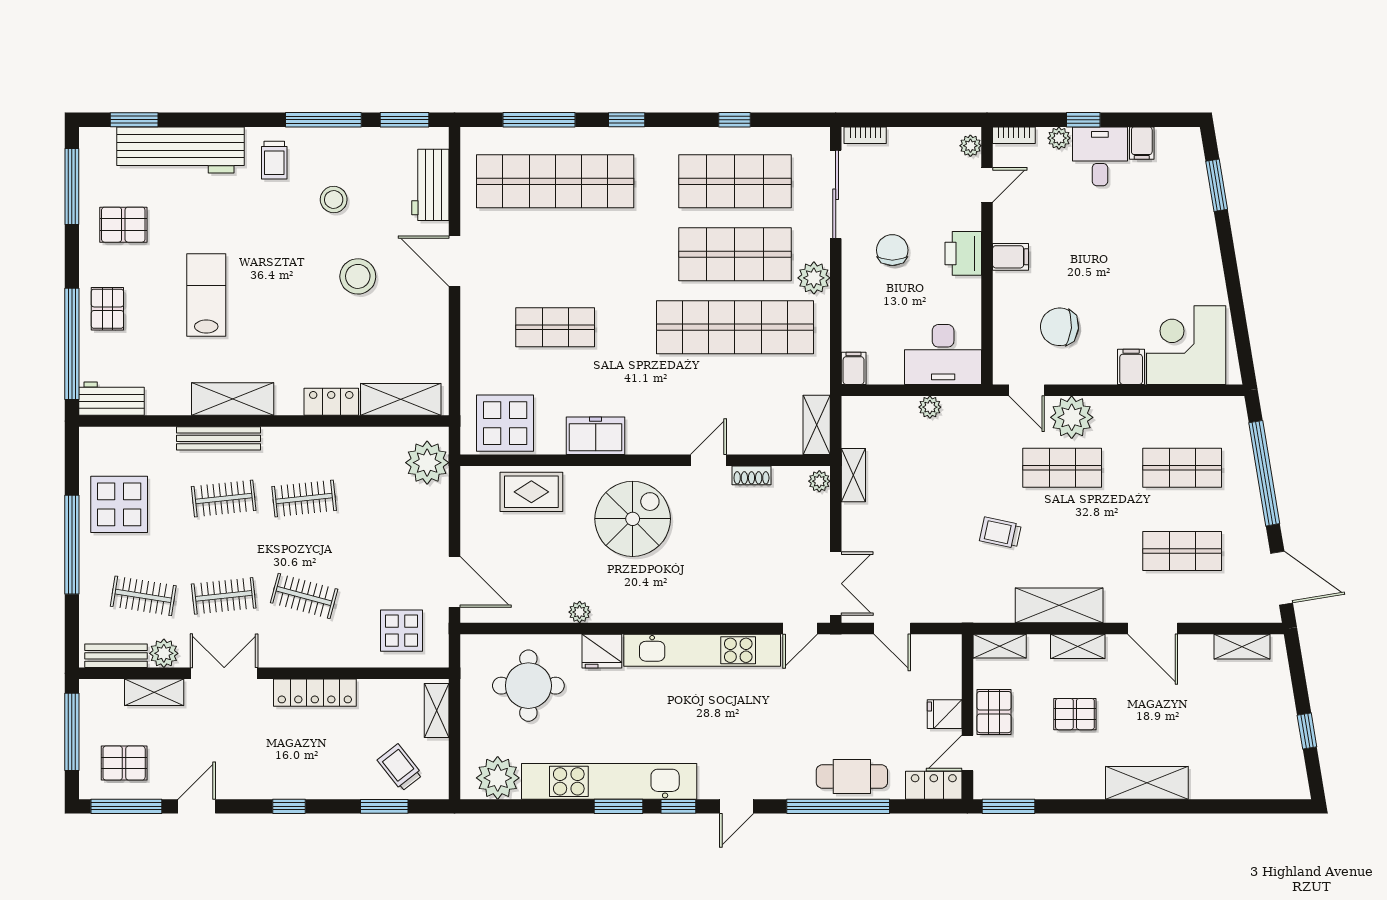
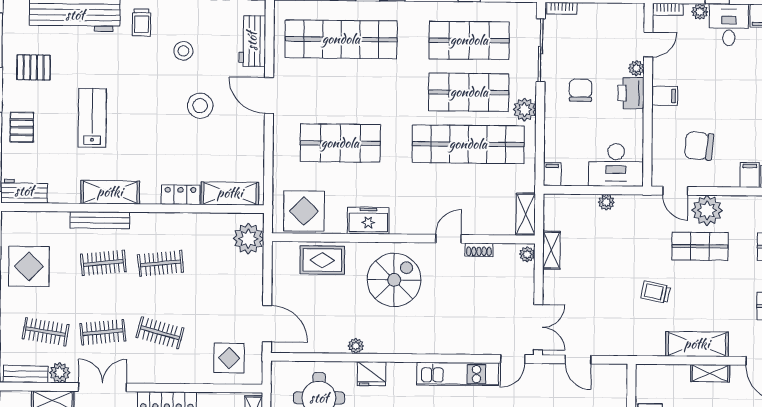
plant: (970, 146) -> (636, 68), moved
shop shelf: (555, 327) -> (340, 143), width x1.43, depth x1.36
shelving: (1000, 646) -> (654, 373), removed
kitchen unit: (702, 650) -> (458, 374), width x0.73

